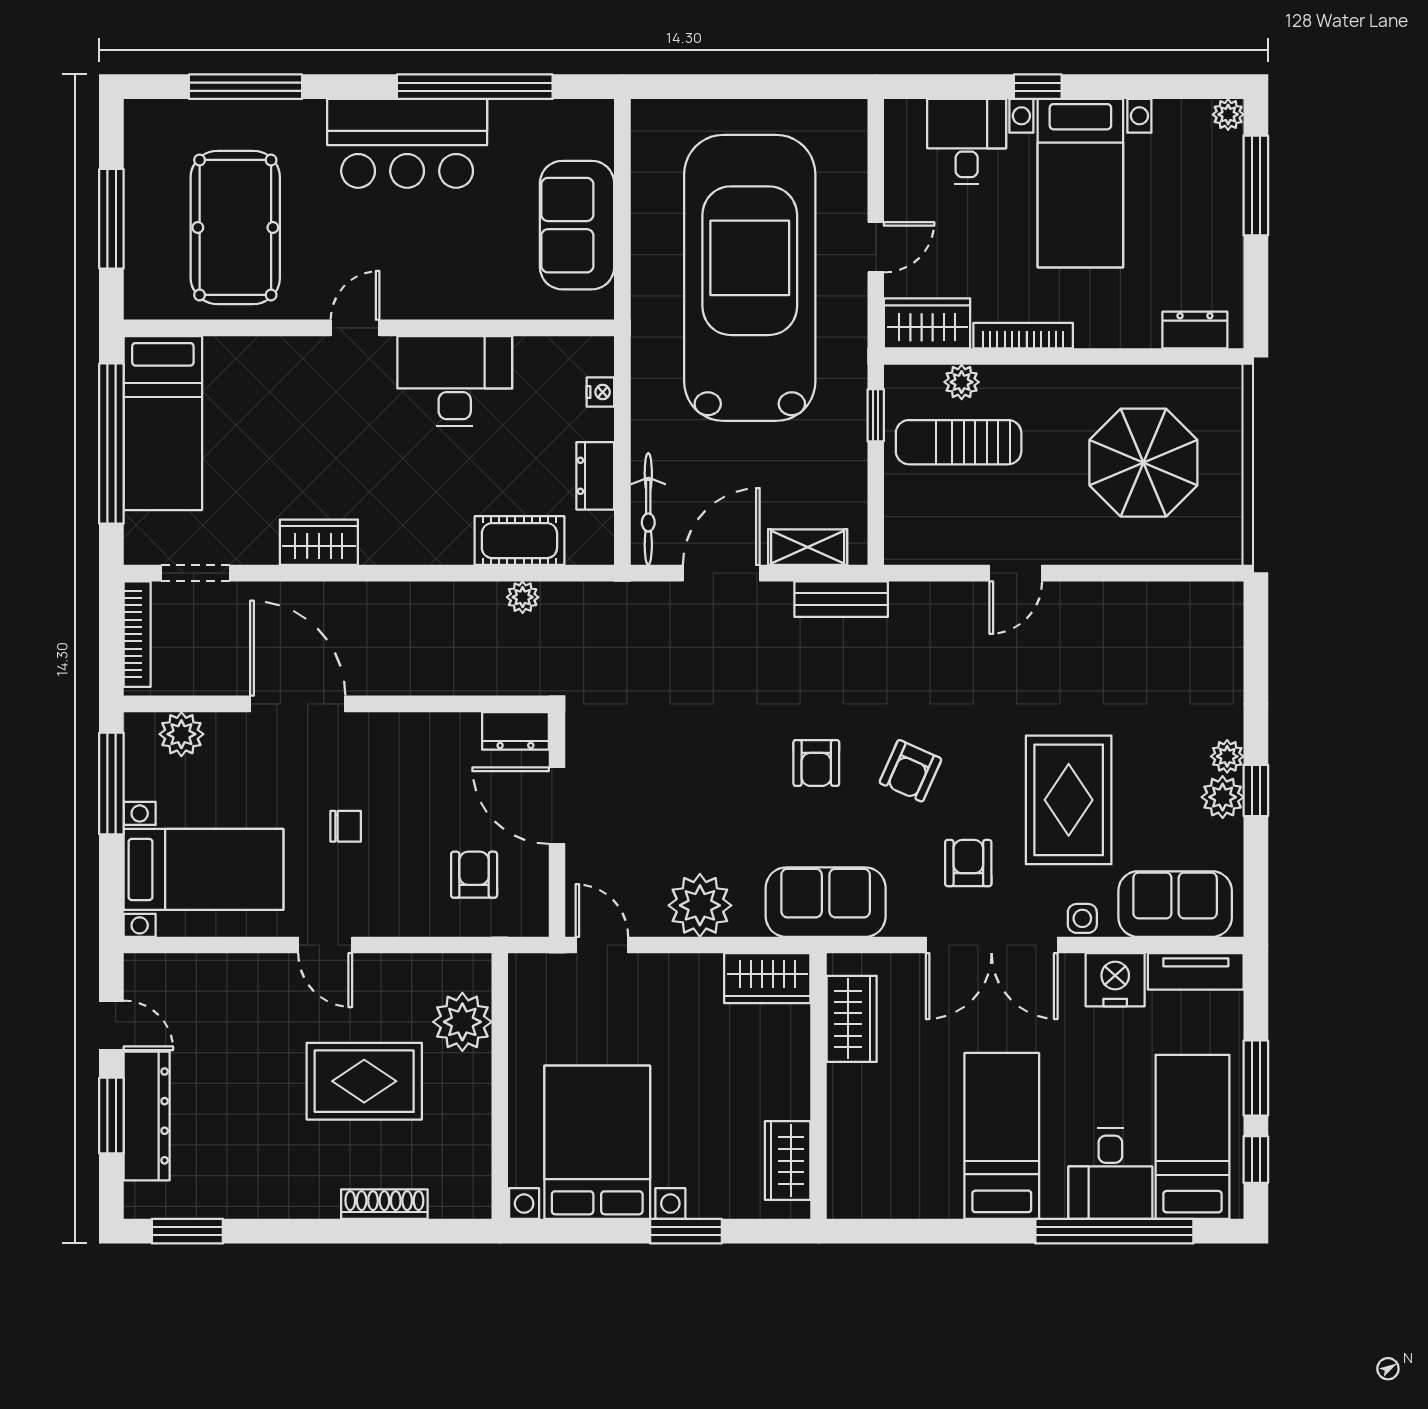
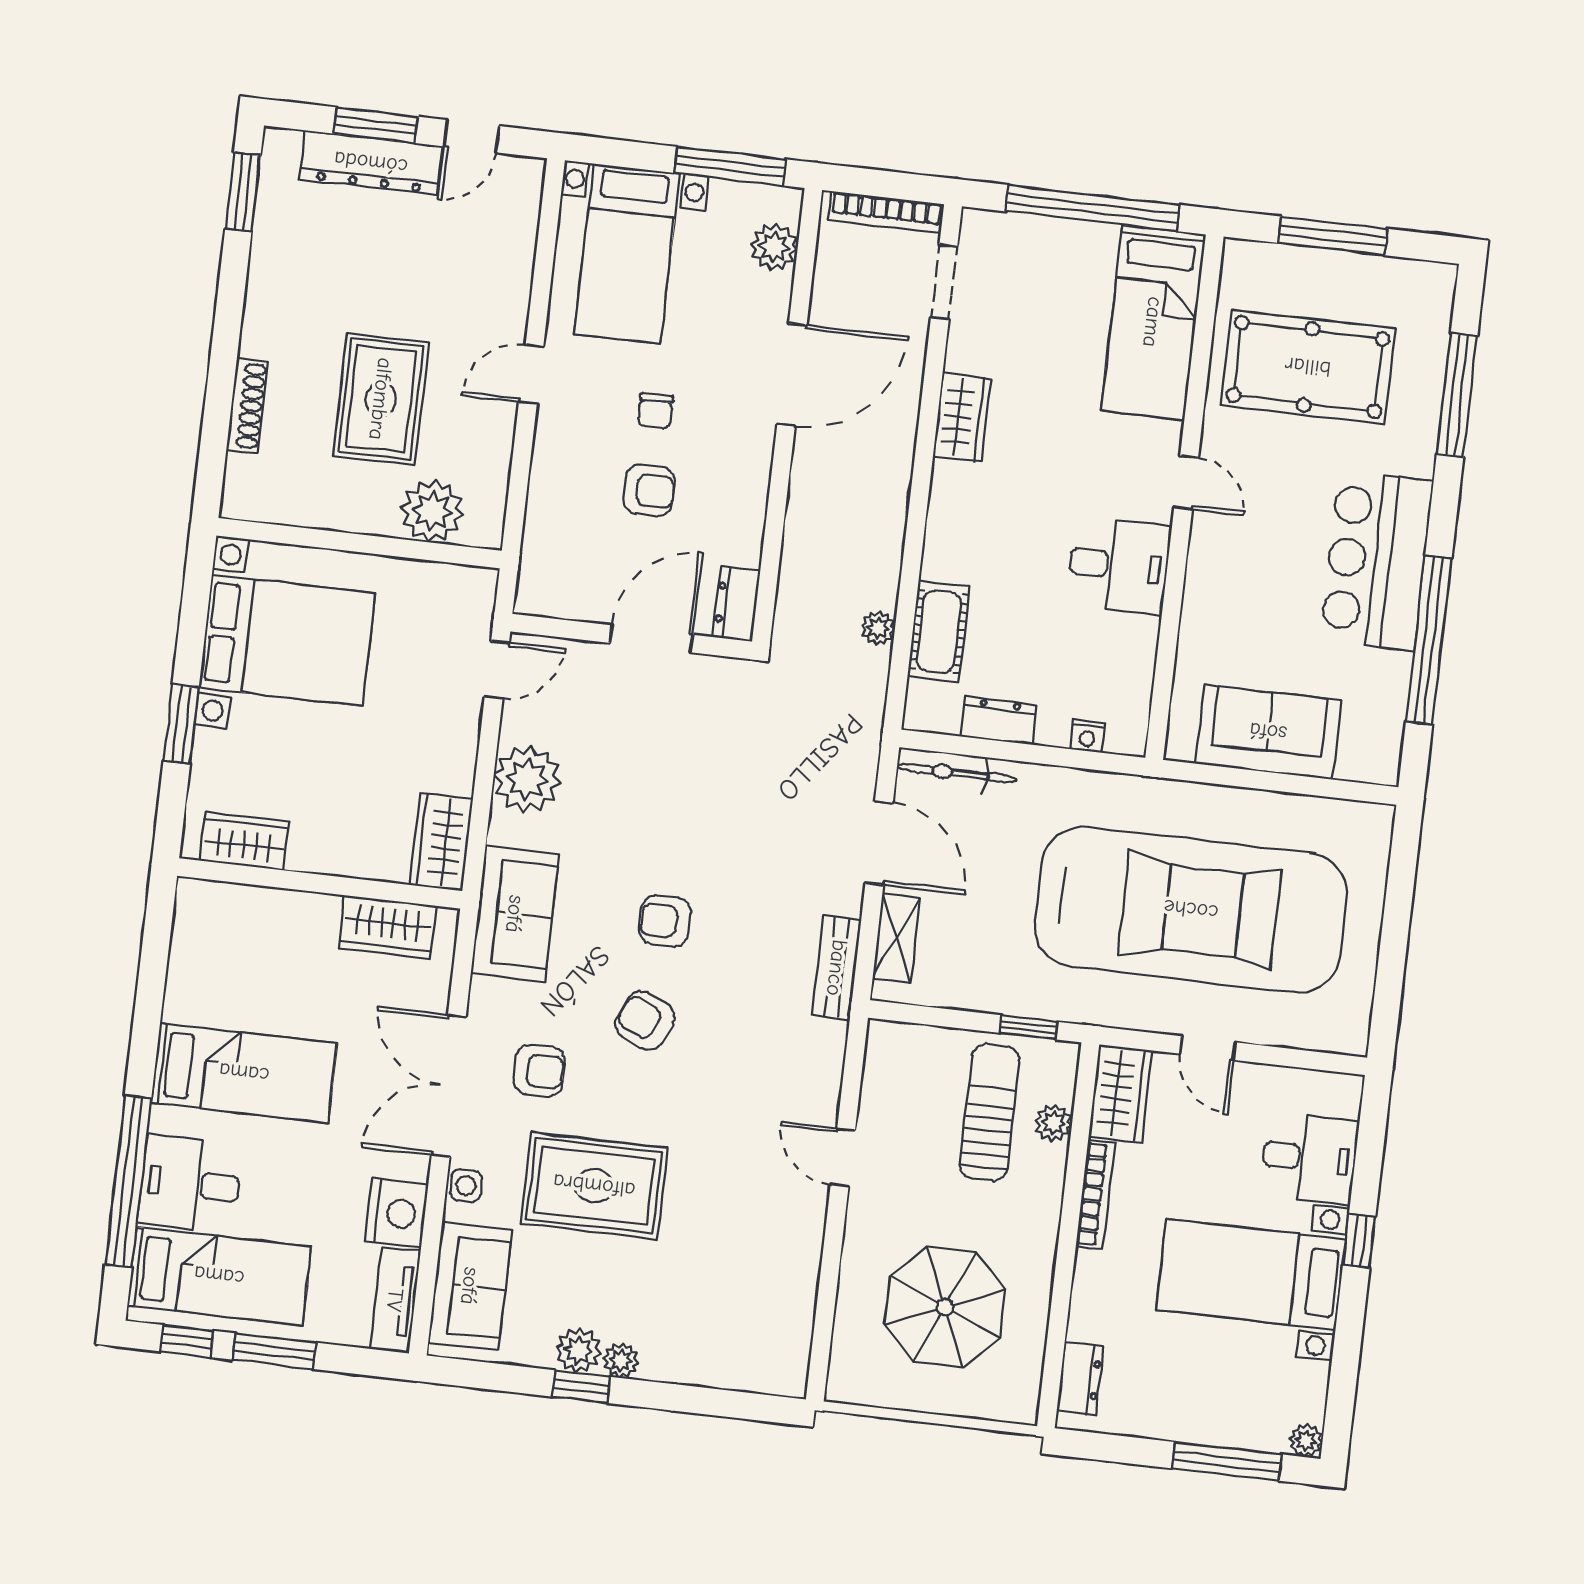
desk: (455, 381) -> (1119, 566), width x0.73
bed: (163, 423) -> (1153, 322), moved, turned -90
armchair: (474, 875) -> (649, 490), moved

